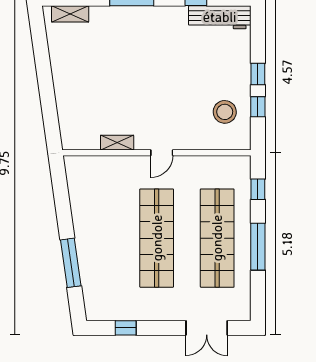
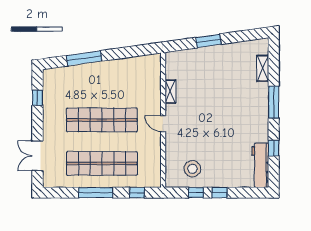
shelving: (70, 14) -> (263, 68), moved
window: (46, 89) -> (208, 41), added

